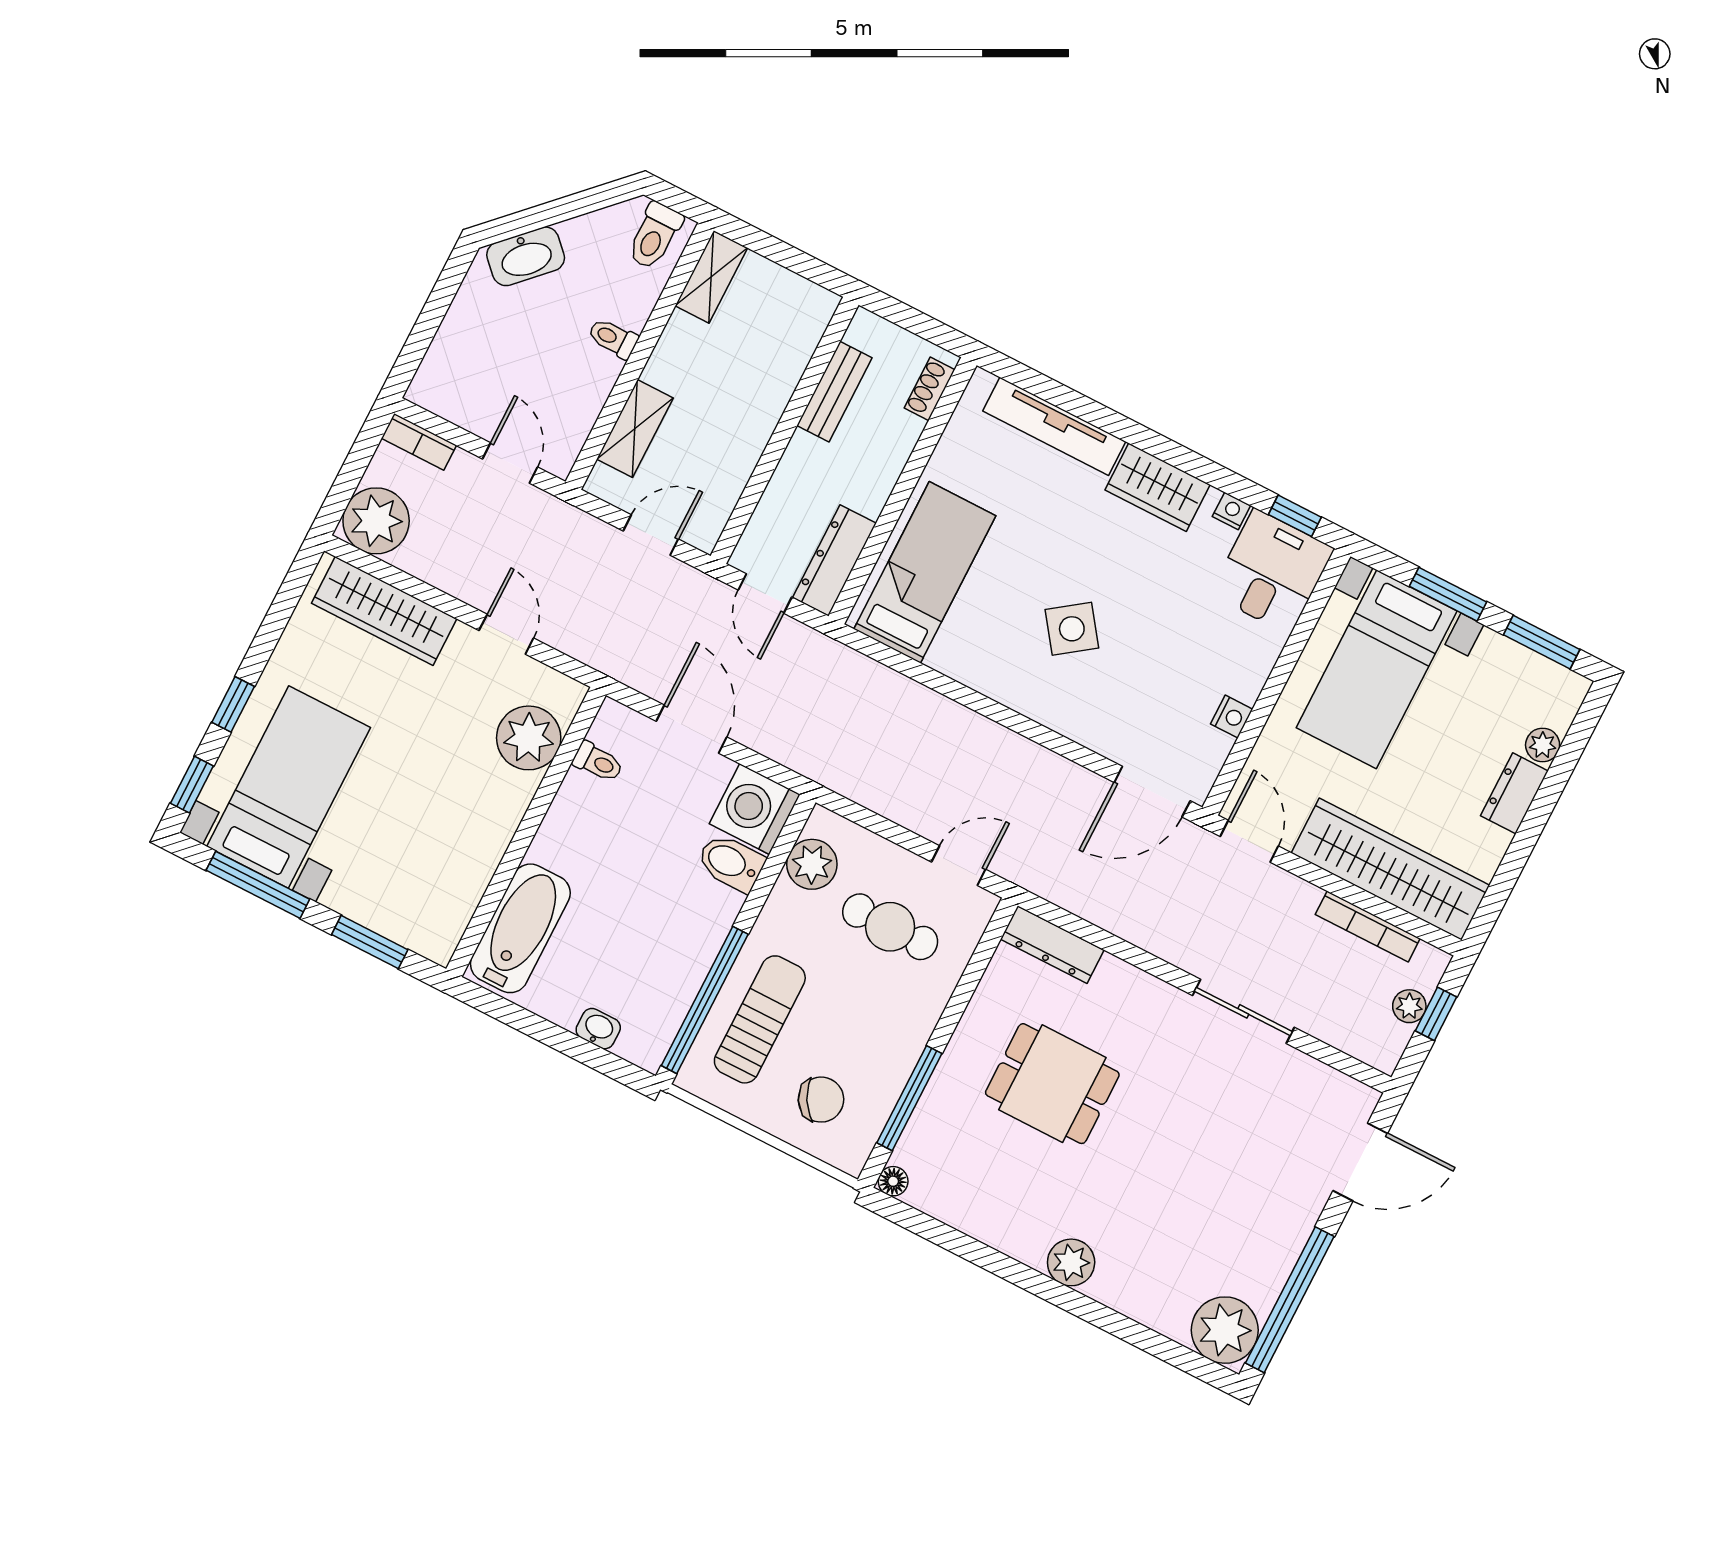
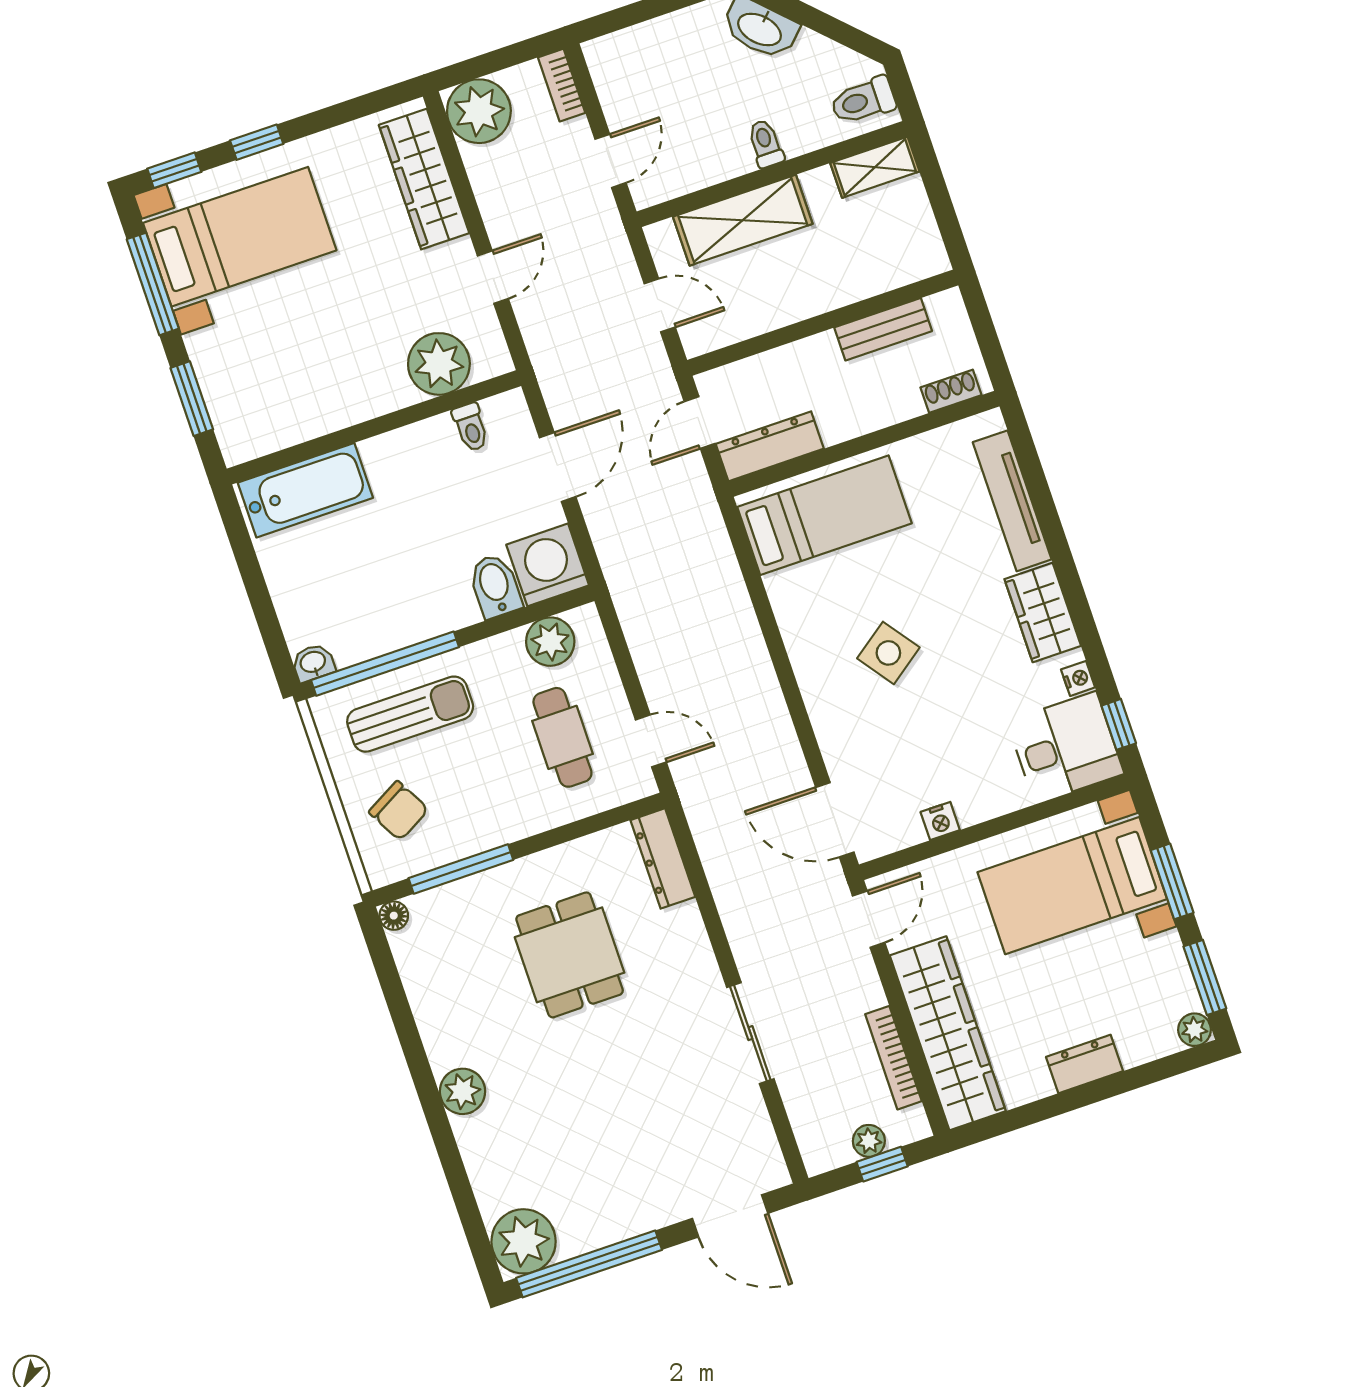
shelving: (635, 429) -> (743, 220), width x1.50, depth x1.33
plant: (1543, 745) -> (1194, 1030), moved
washbasin: (598, 1029) -> (313, 663), moved, turned -90

